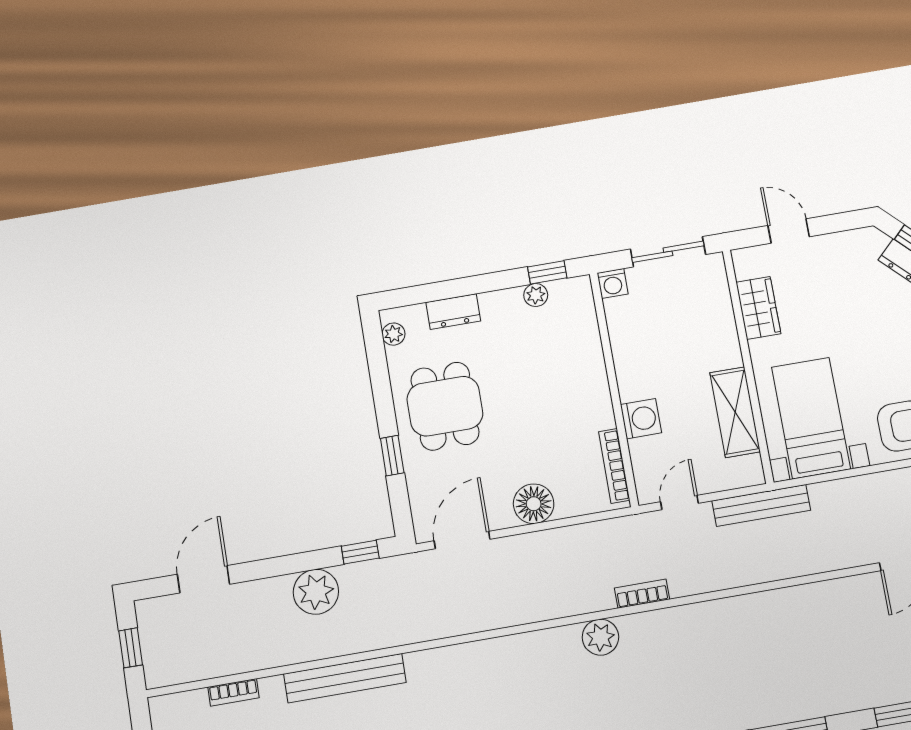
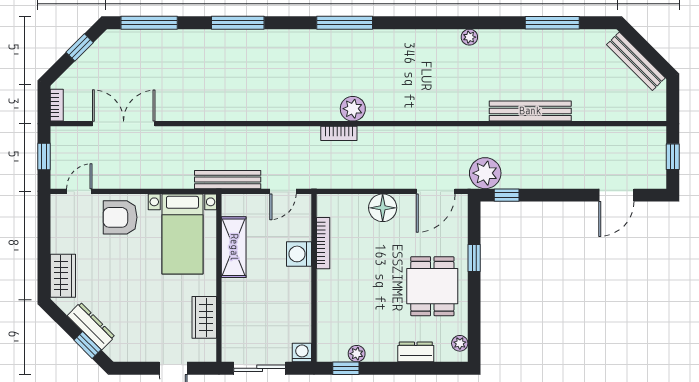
bookcase: (614, 466) -> (323, 243), moved
plant: (316, 592) -> (485, 173), moved
bookcase: (642, 594) -> (339, 133), moved
bookcase: (233, 692) -> (607, 114), removed

